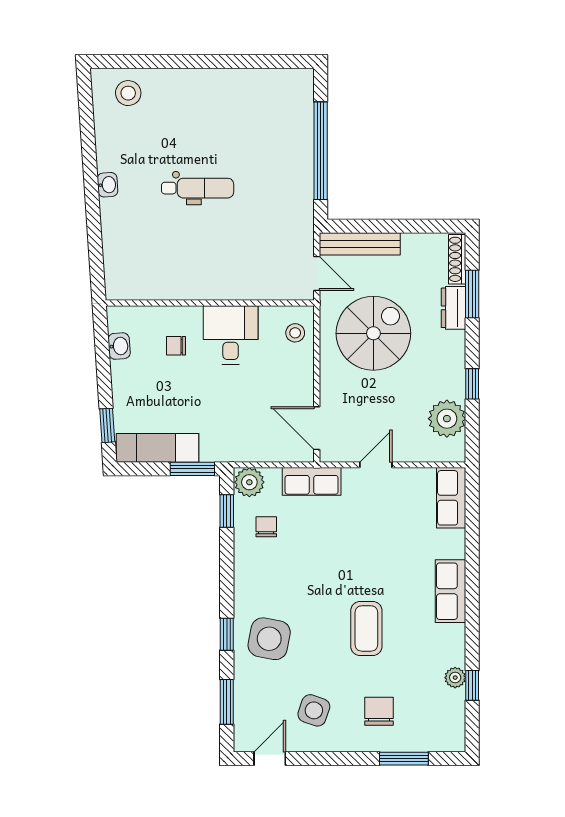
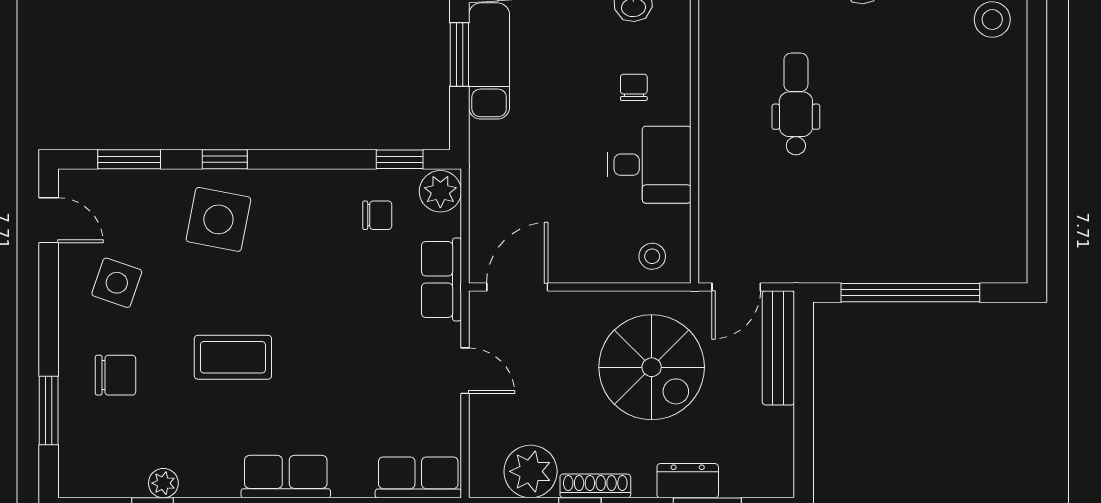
dental chair: (198, 188) -> (796, 104), moved, turned 180
shoe rack: (457, 259) -> (595, 486), moved
window: (192, 469) -> (459, 54), moved

